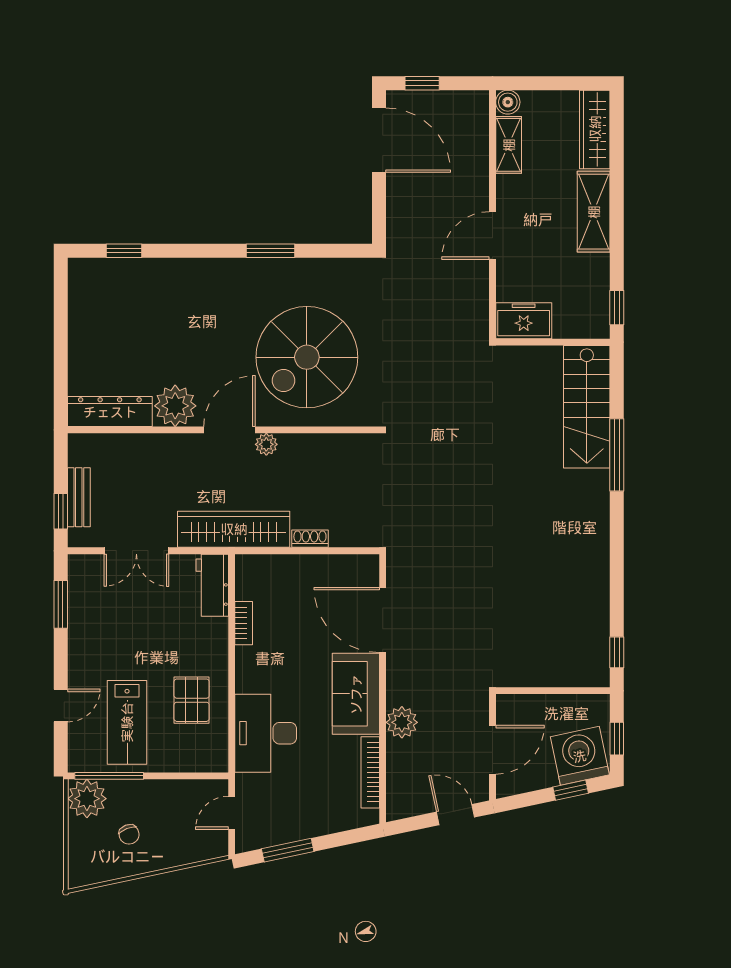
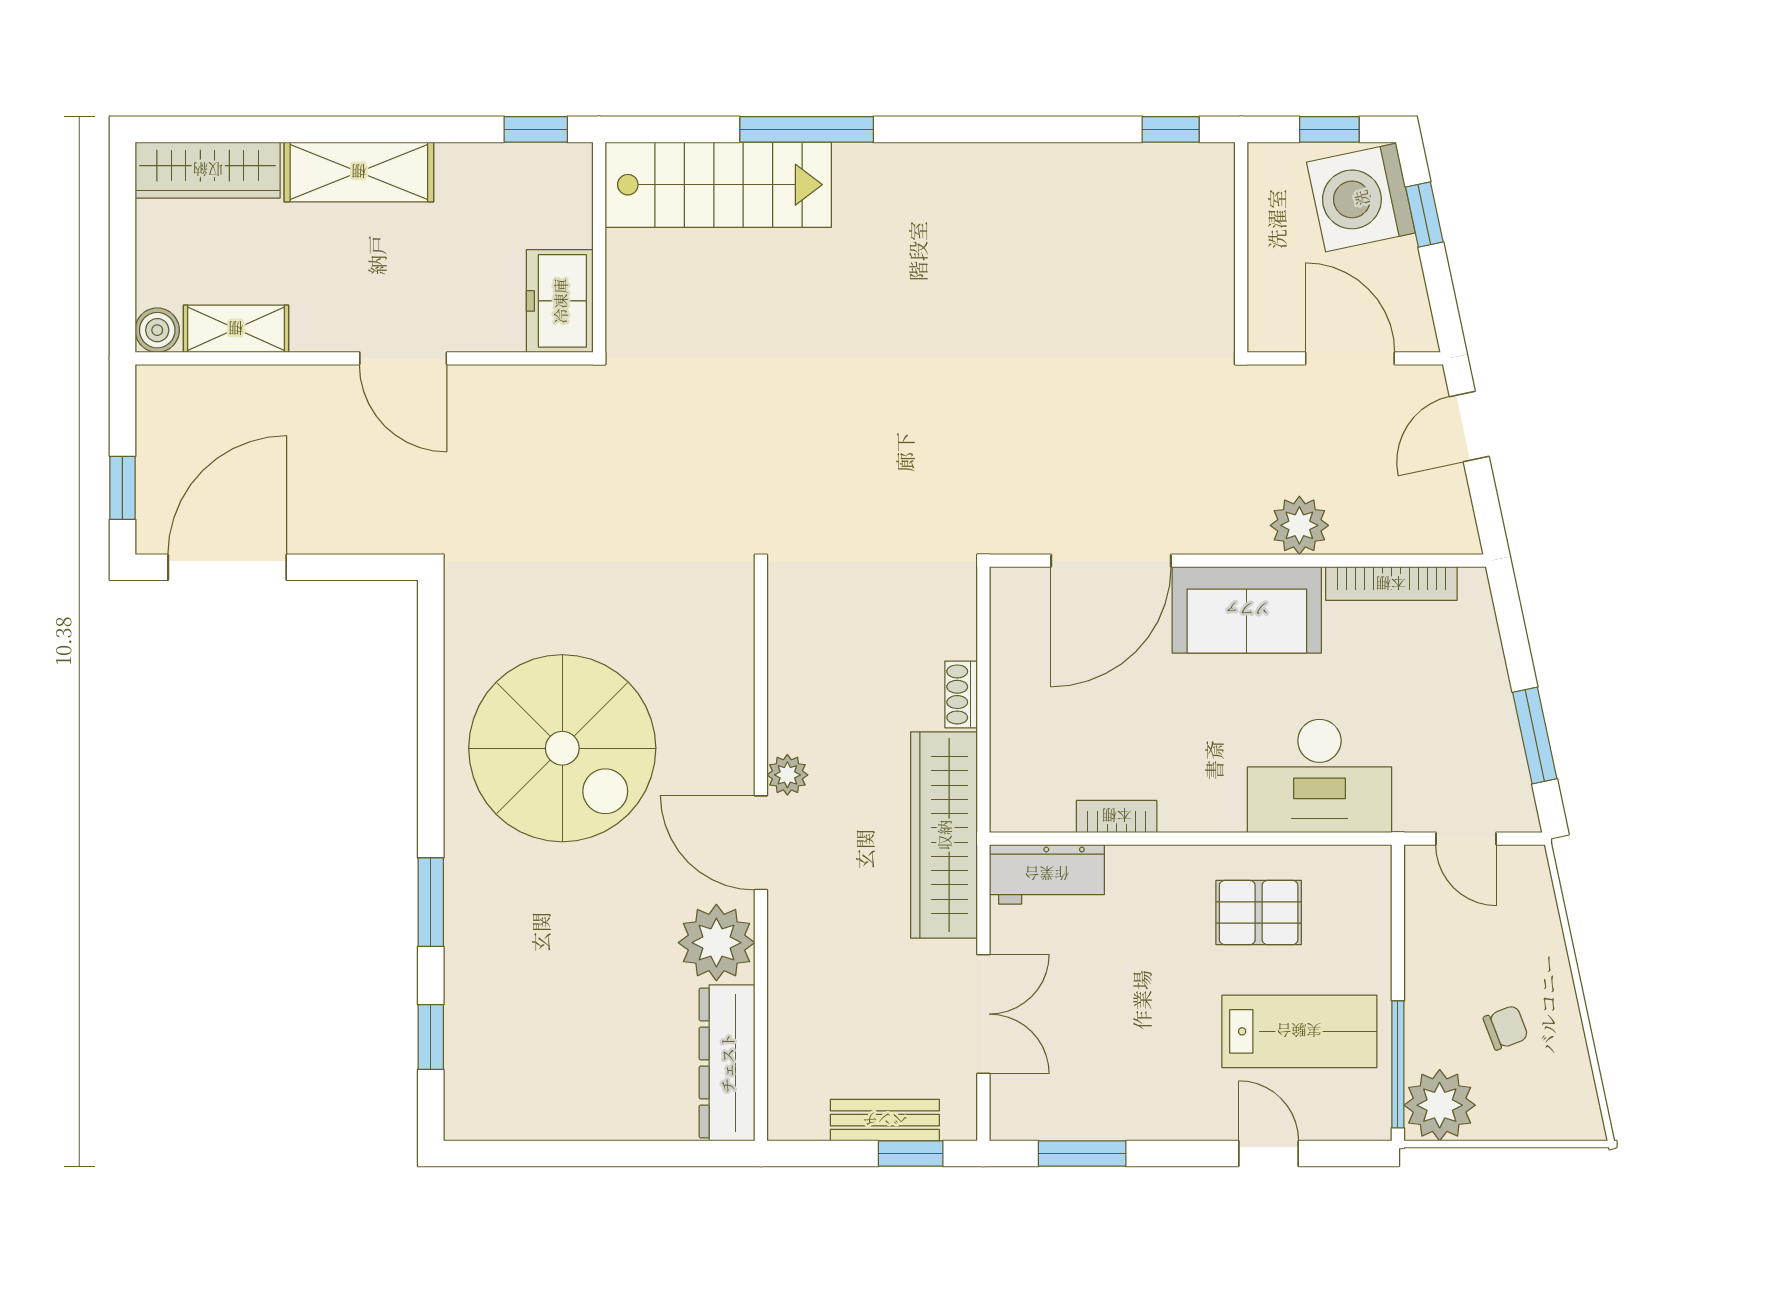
window: (271, 251) -> (431, 902), moved
spiral stairs: (307, 357) -> (562, 748), moved

